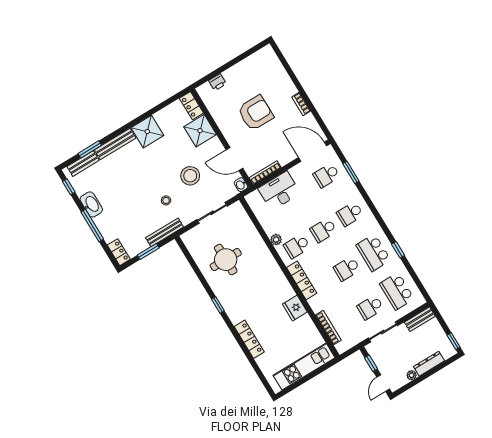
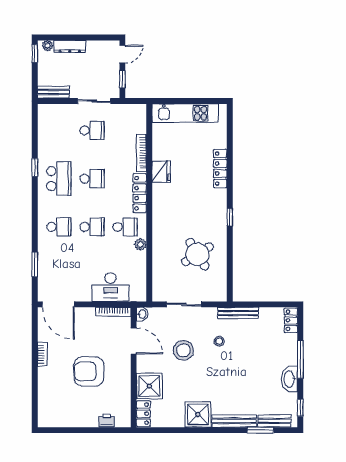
school desk: (326, 175) -> (59, 275), removed
window: (148, 252) -> (264, 304), removed
round table: (226, 260) -> (197, 254), turned -32
school desk: (397, 291) -> (59, 130), removed
bookcase: (328, 328) -> (142, 153), moved
plant: (412, 375) -> (48, 46), moved

